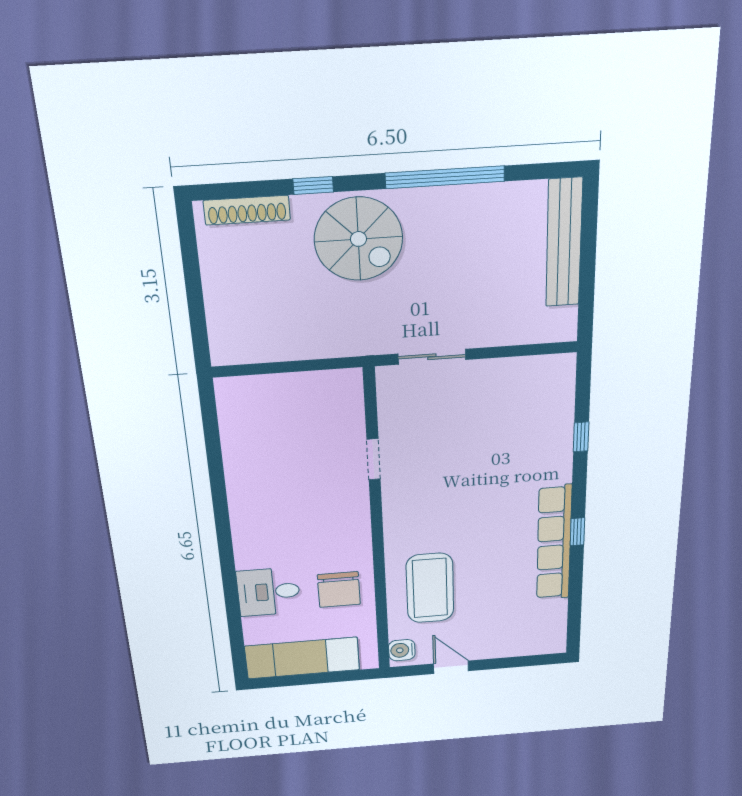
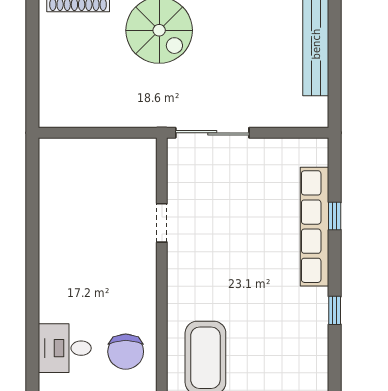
sliding door: (432, 357) -> (212, 133), width x1.37
row of seats: (554, 543) -> (315, 227), moved

